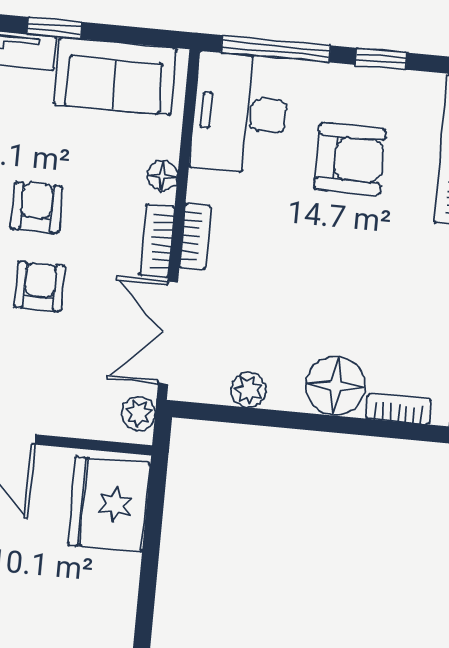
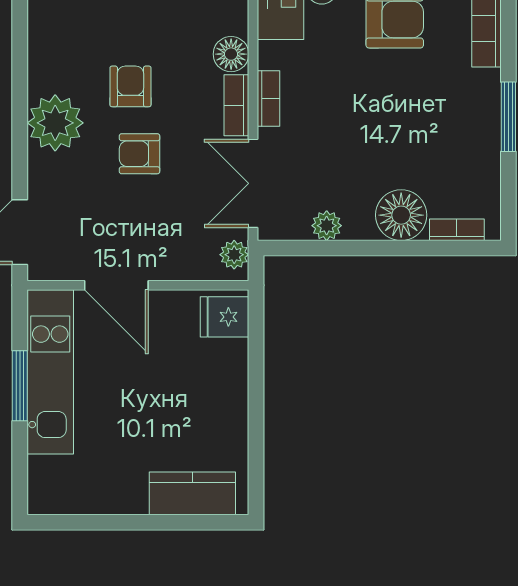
floor lamp: (163, 176) -> (231, 54), width x1.37, depth x1.37
armchair: (40, 286) -> (140, 154), turned -90
fridge: (109, 504) -> (225, 317), width x0.53, depth x0.75

